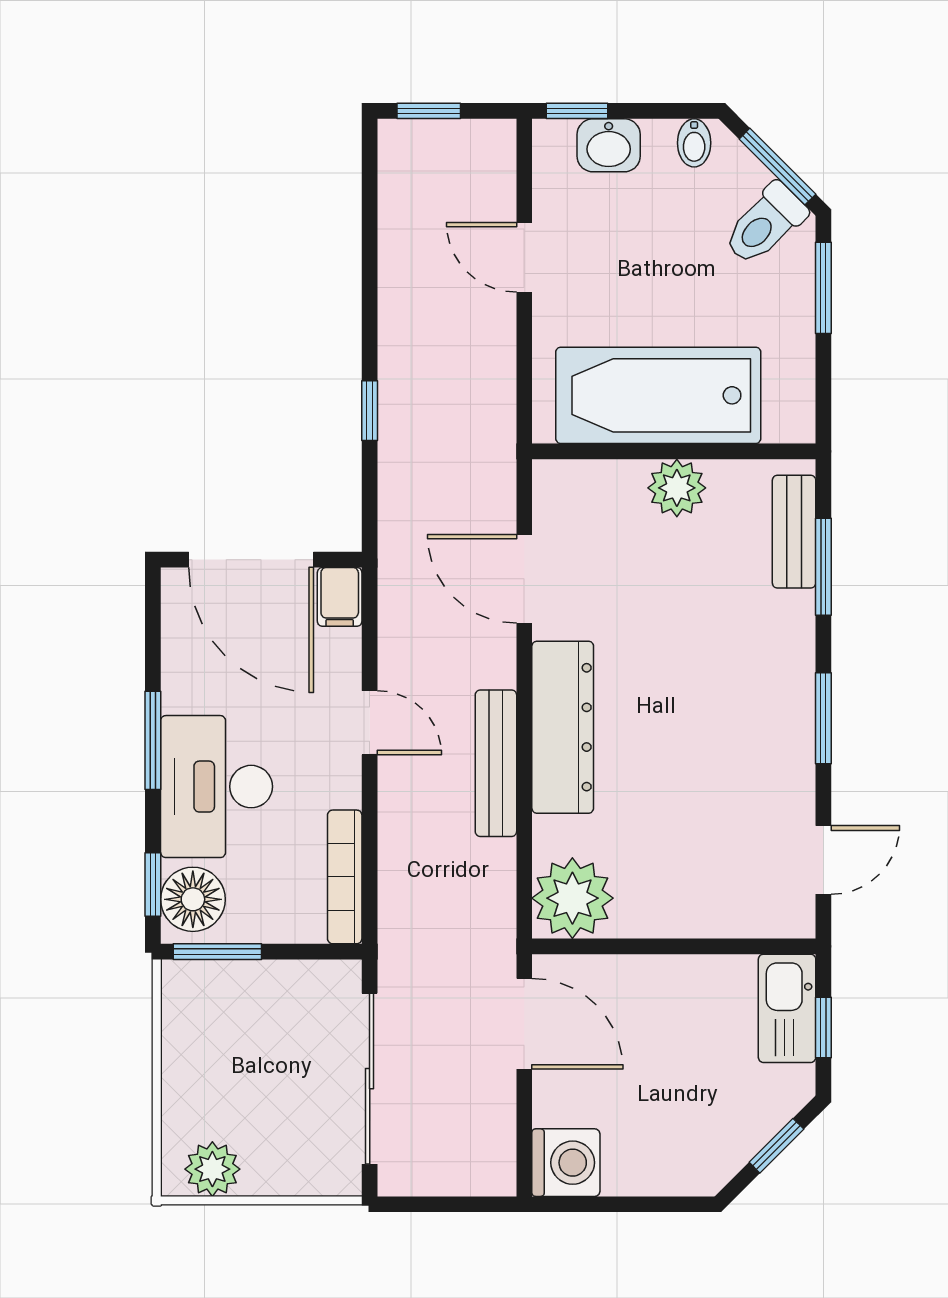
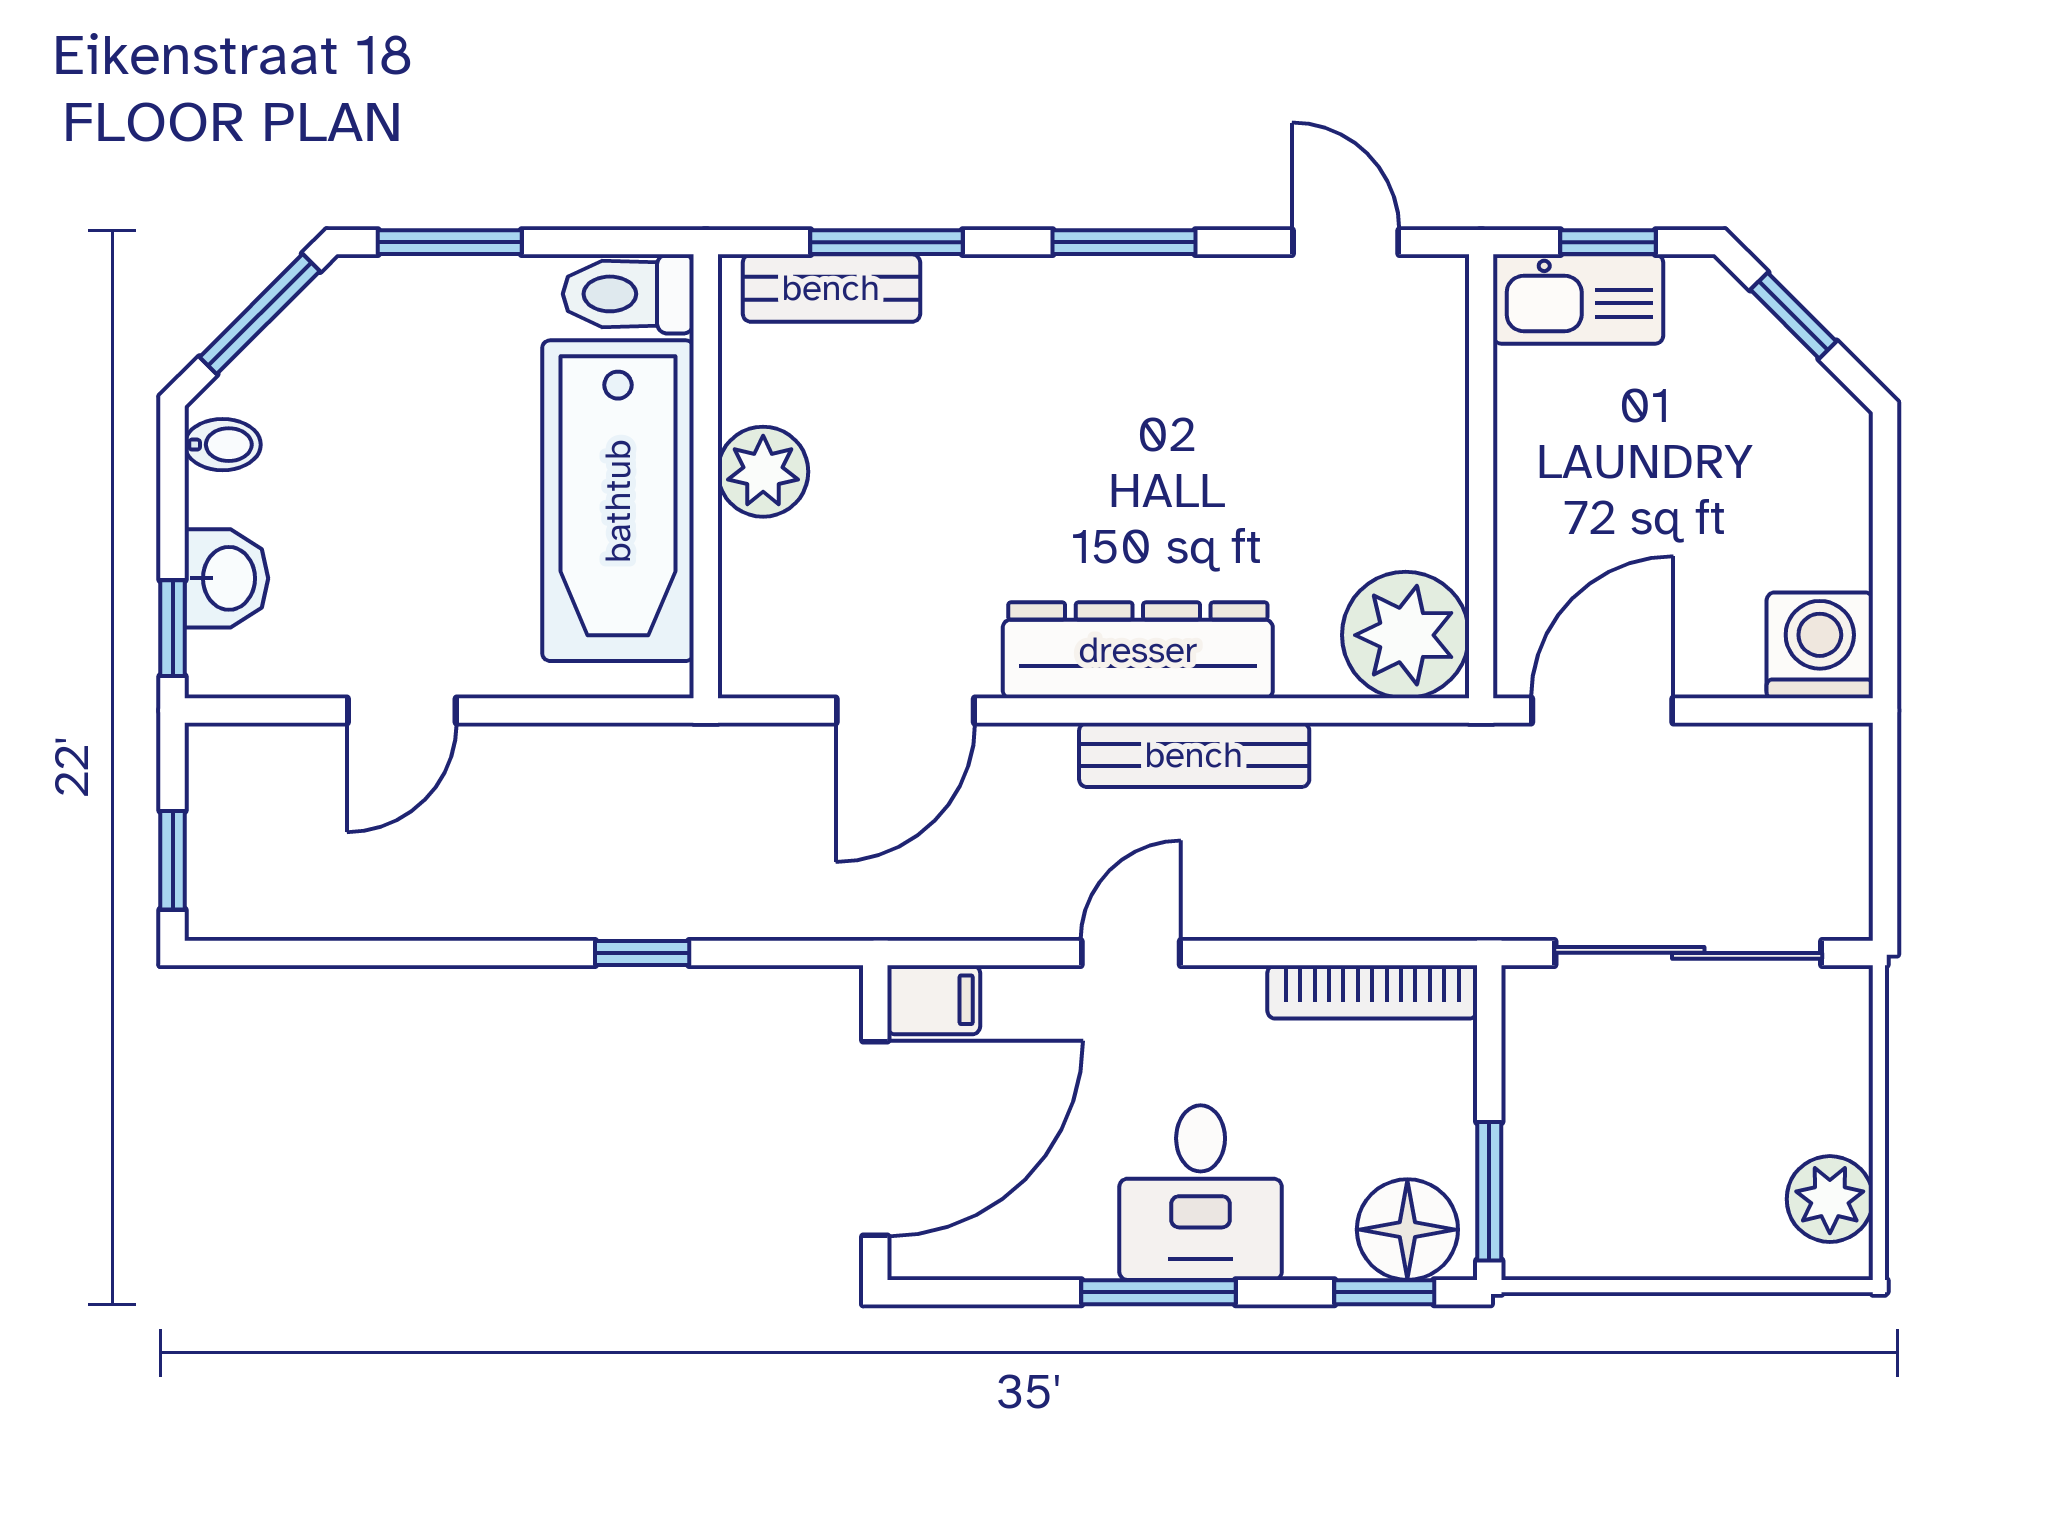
toilet: (765, 224) -> (628, 294), moved, turned 135
desk: (216, 787) -> (1201, 1193), width x0.73

